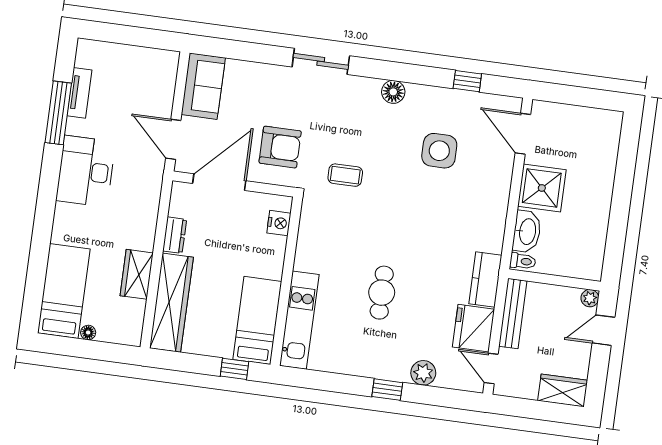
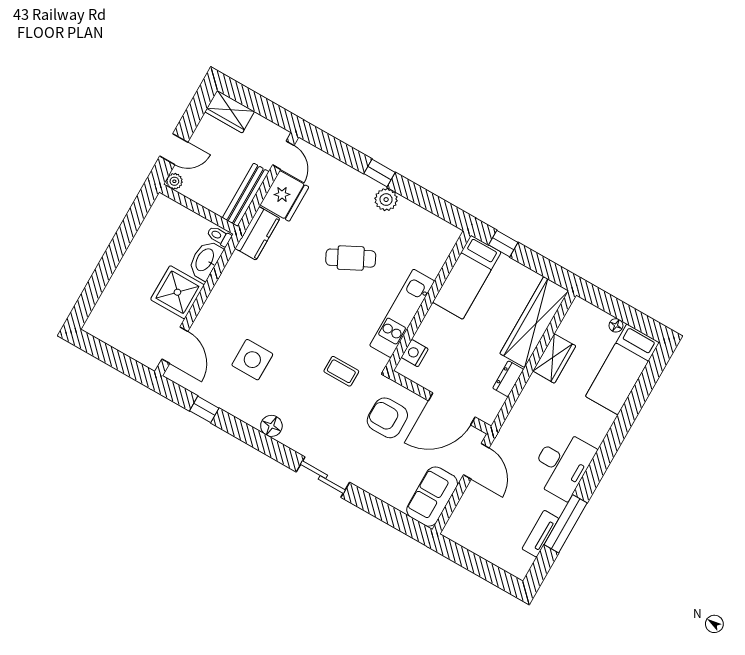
cafe table: (382, 293) -> (351, 258), turned 63
kitchen unit: (299, 320) -> (402, 313), moved
plant: (423, 373) -> (386, 200), moved

